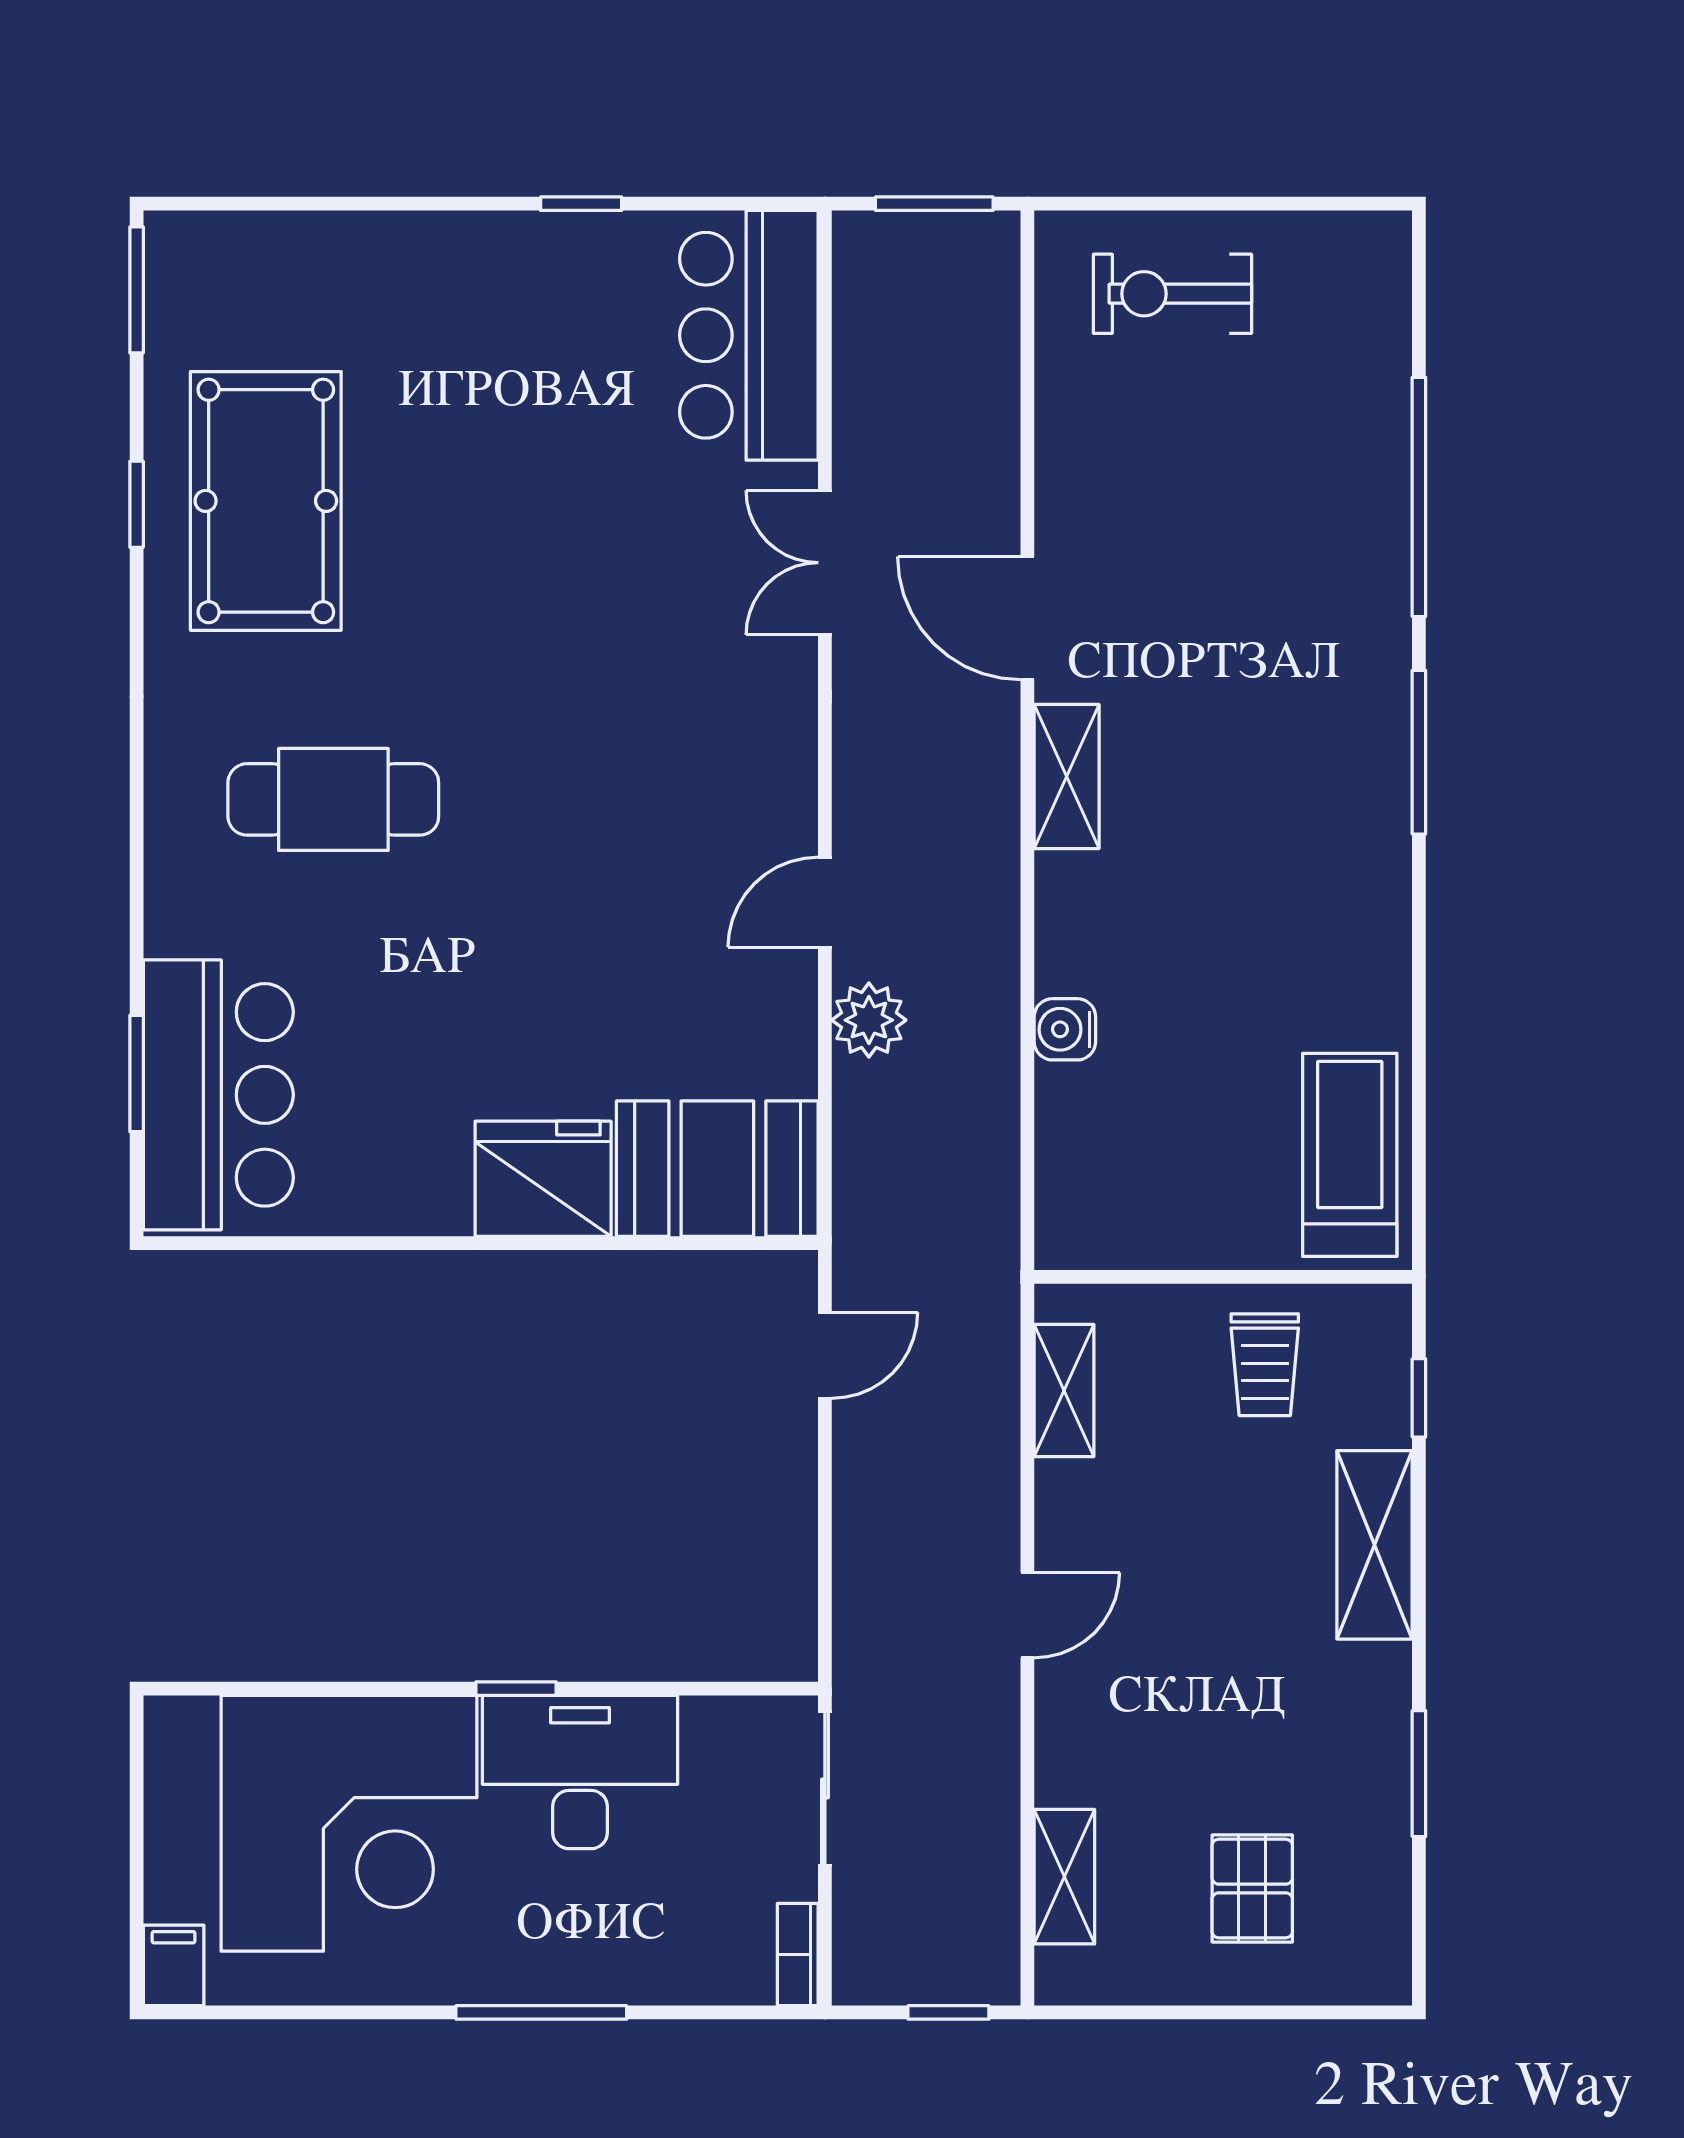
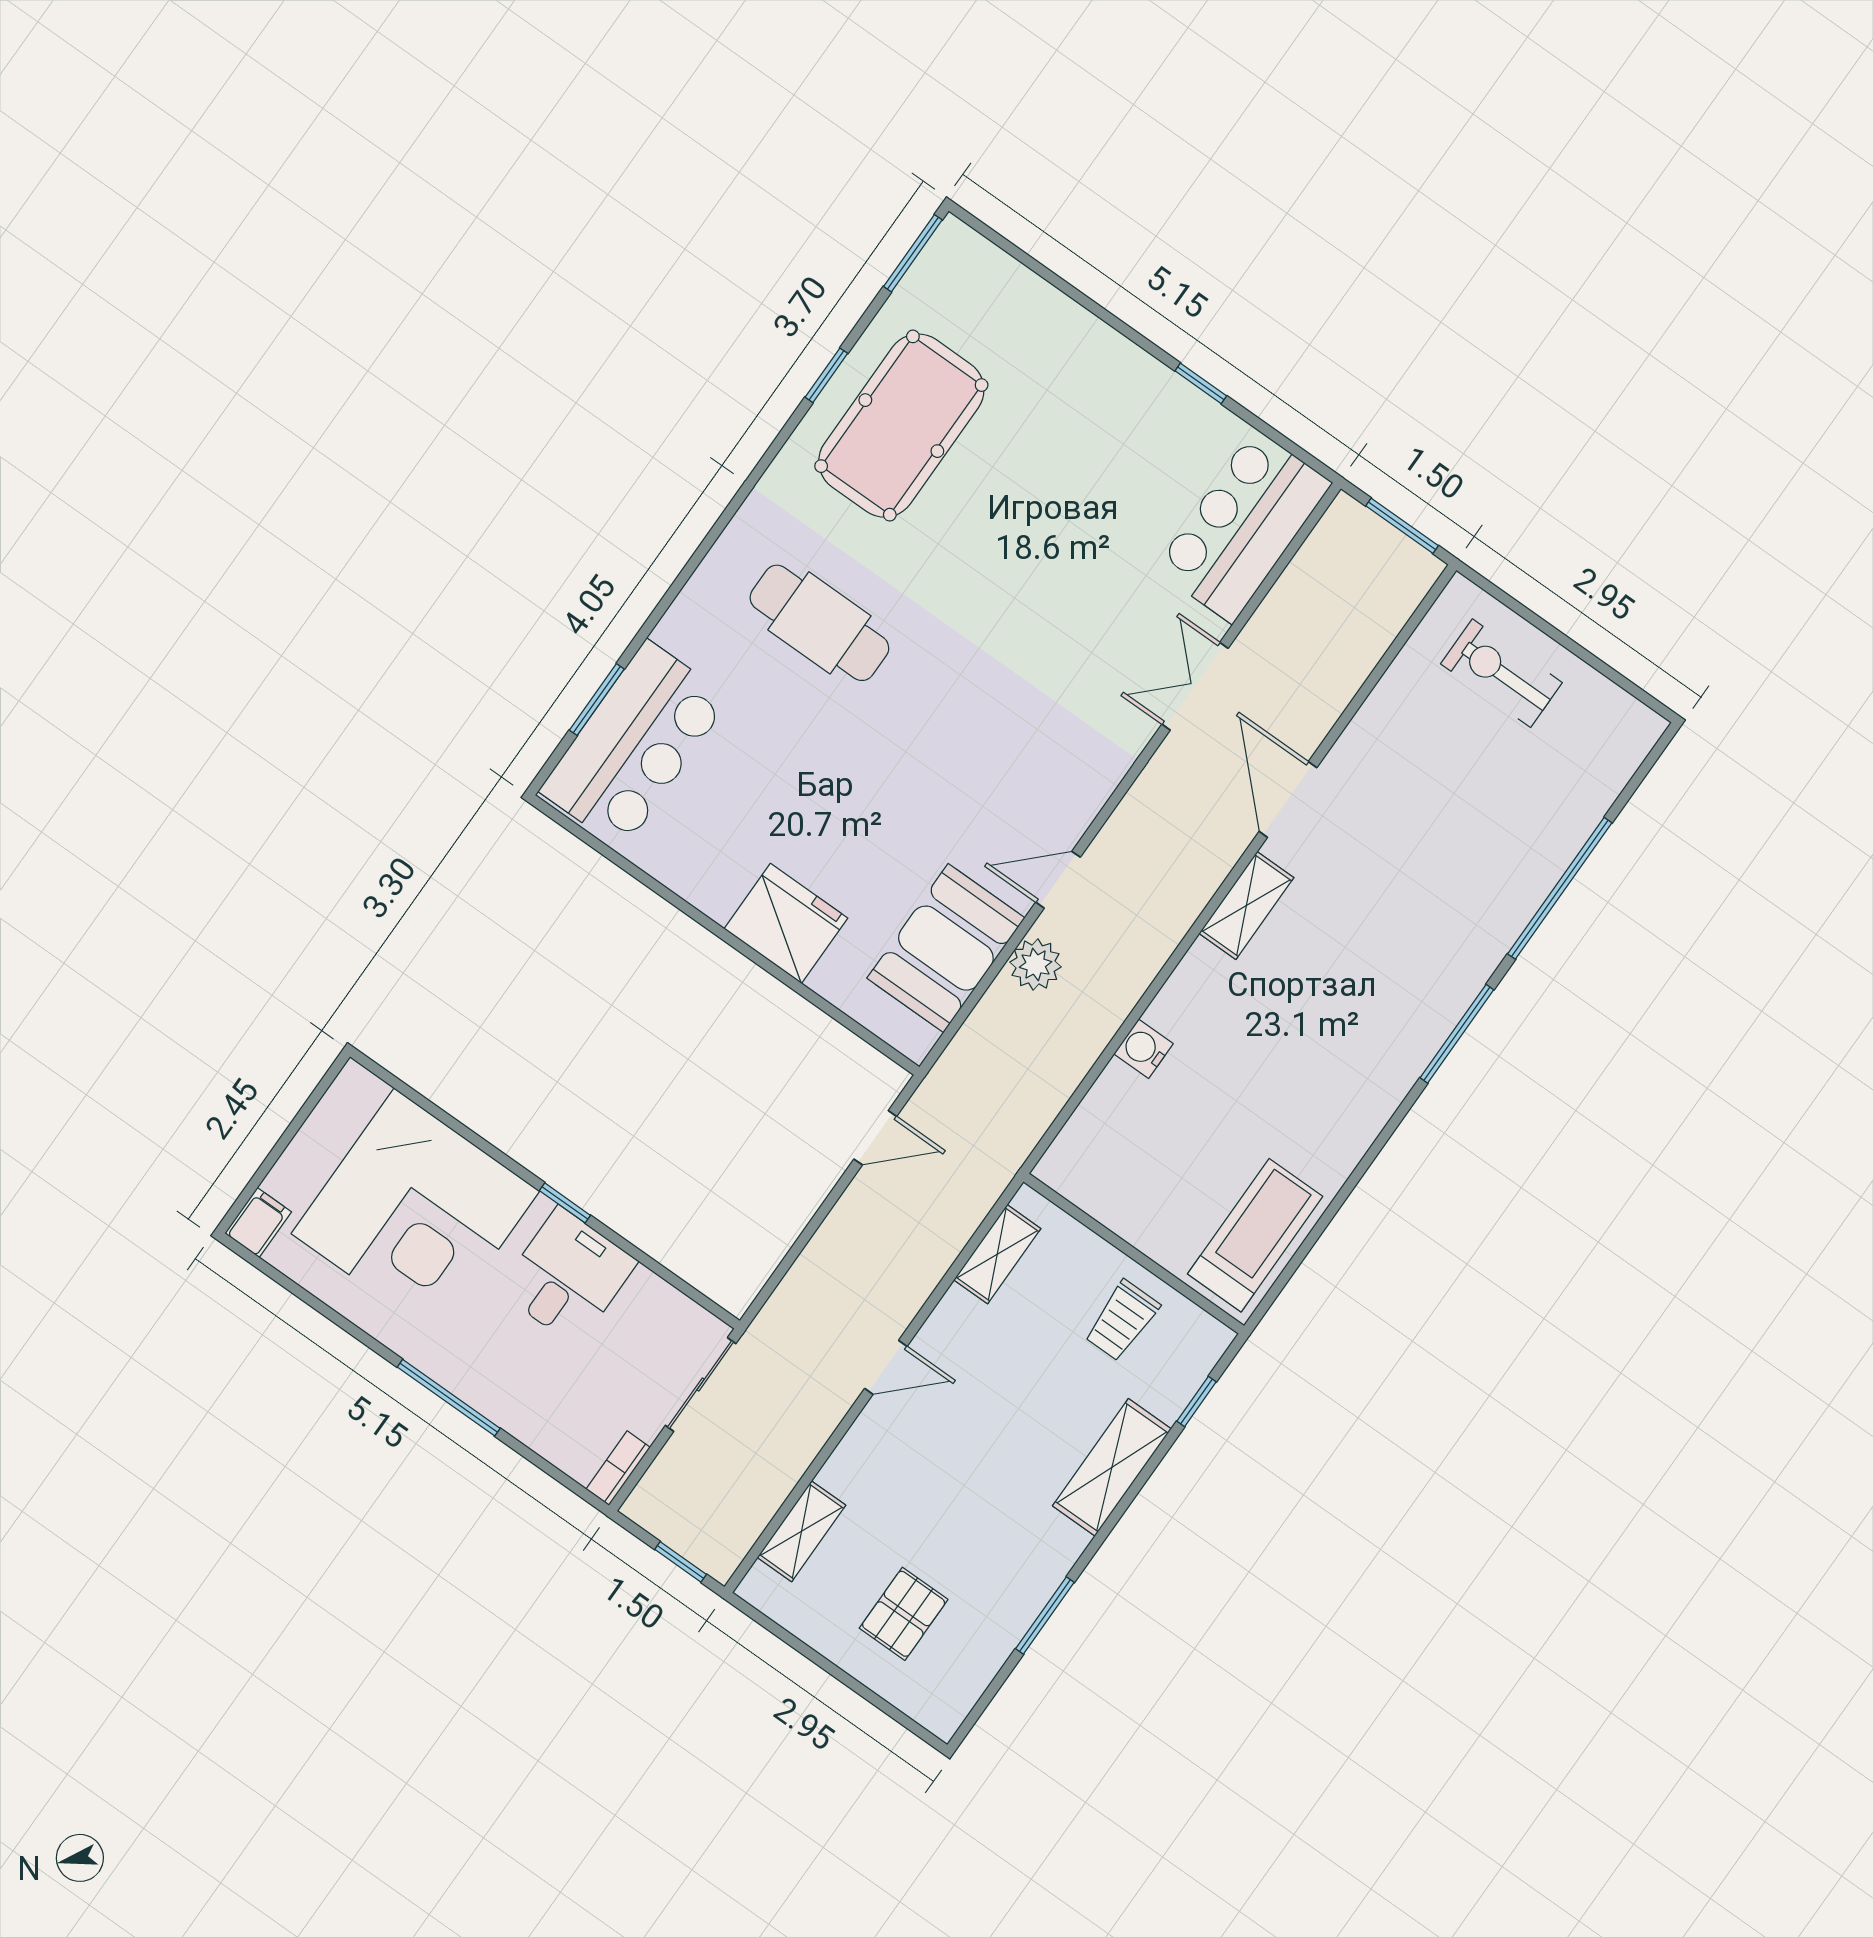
booth: (717, 1169) -> (946, 948), moved, turned 90
desk: (580, 1772) -> (568, 1276), width x0.73

